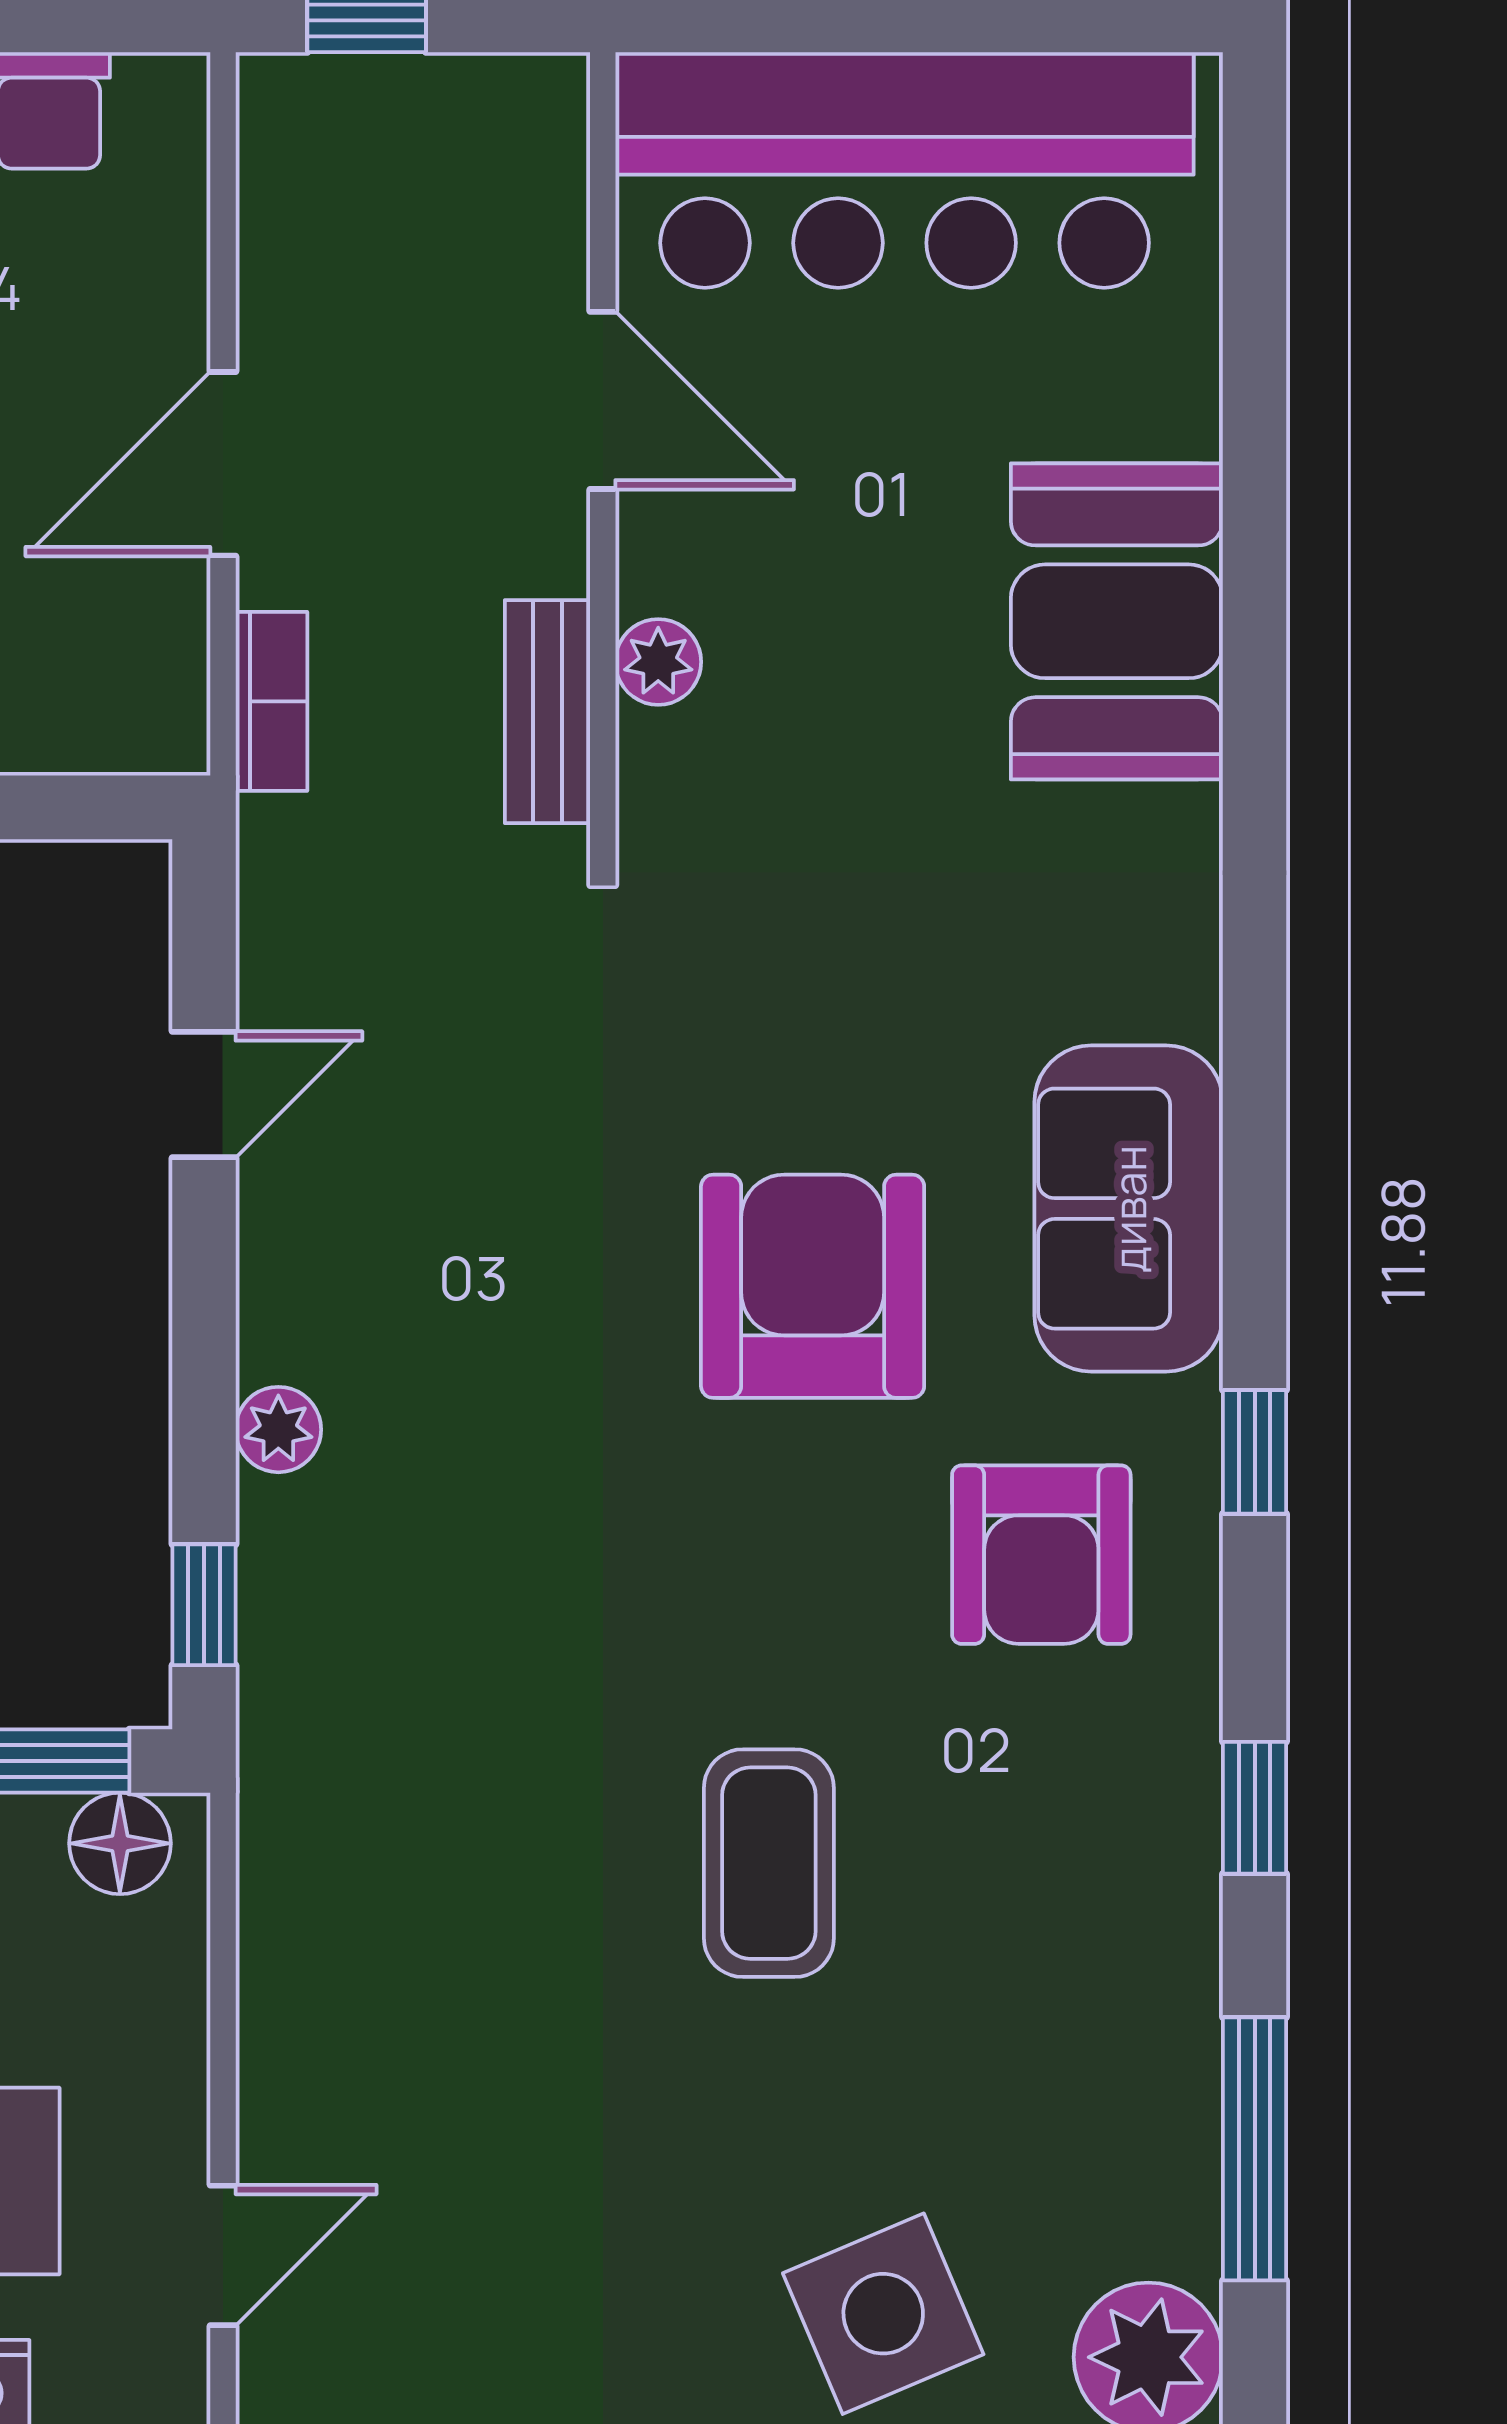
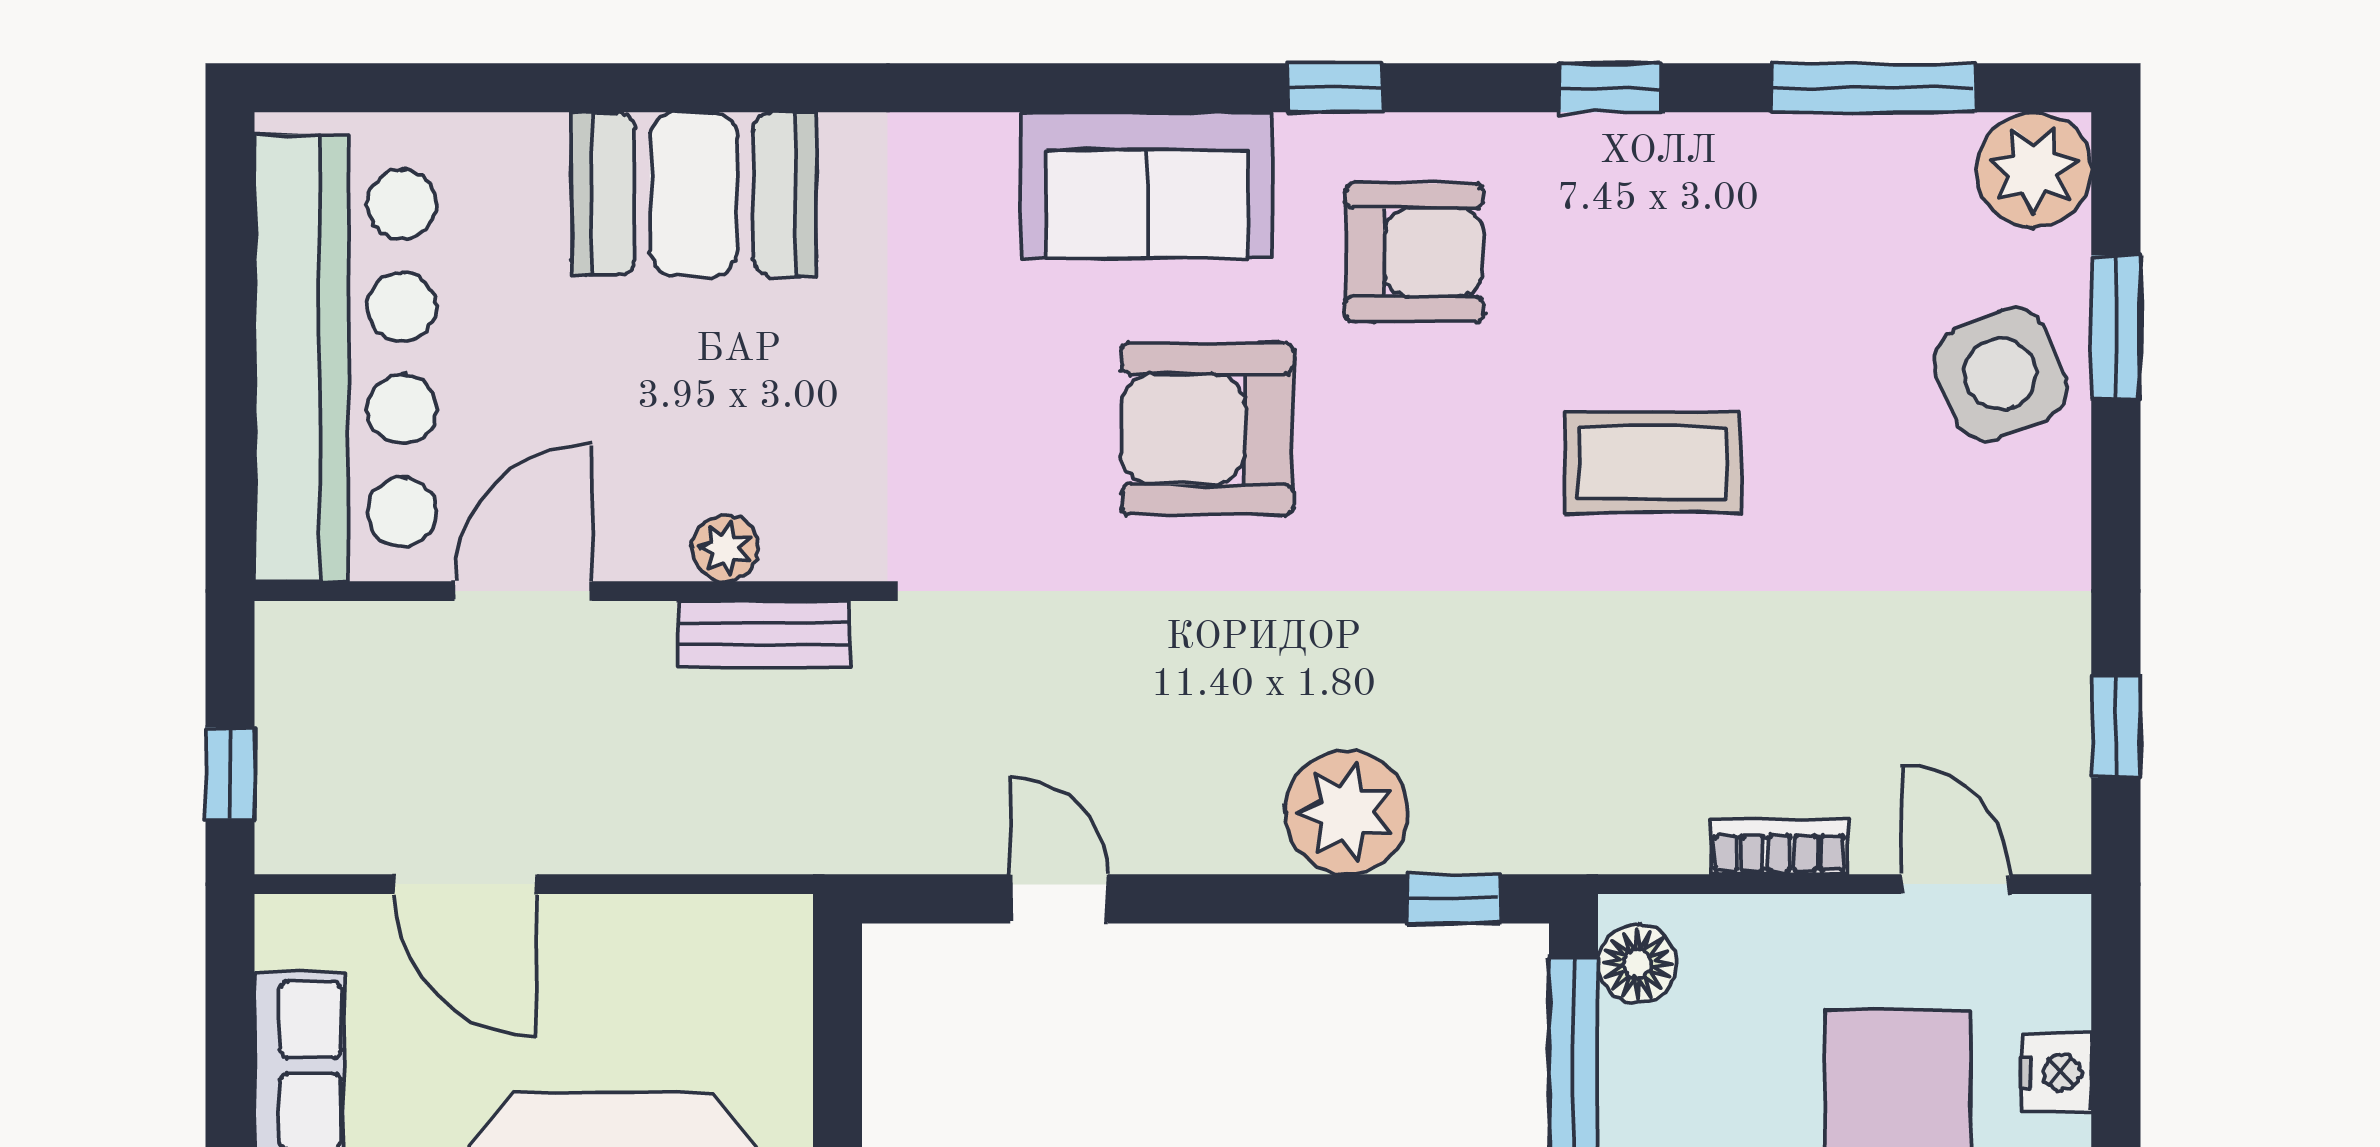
door: (223, 464) -> (466, 884), moved
bookcase: (271, 701) -> (1779, 847), moved
plant: (278, 1430) -> (1347, 813), width x1.88, depth x1.88

